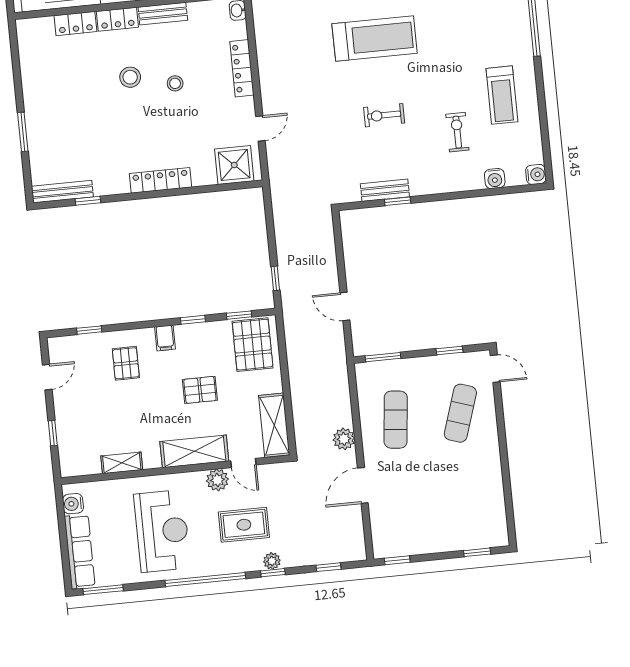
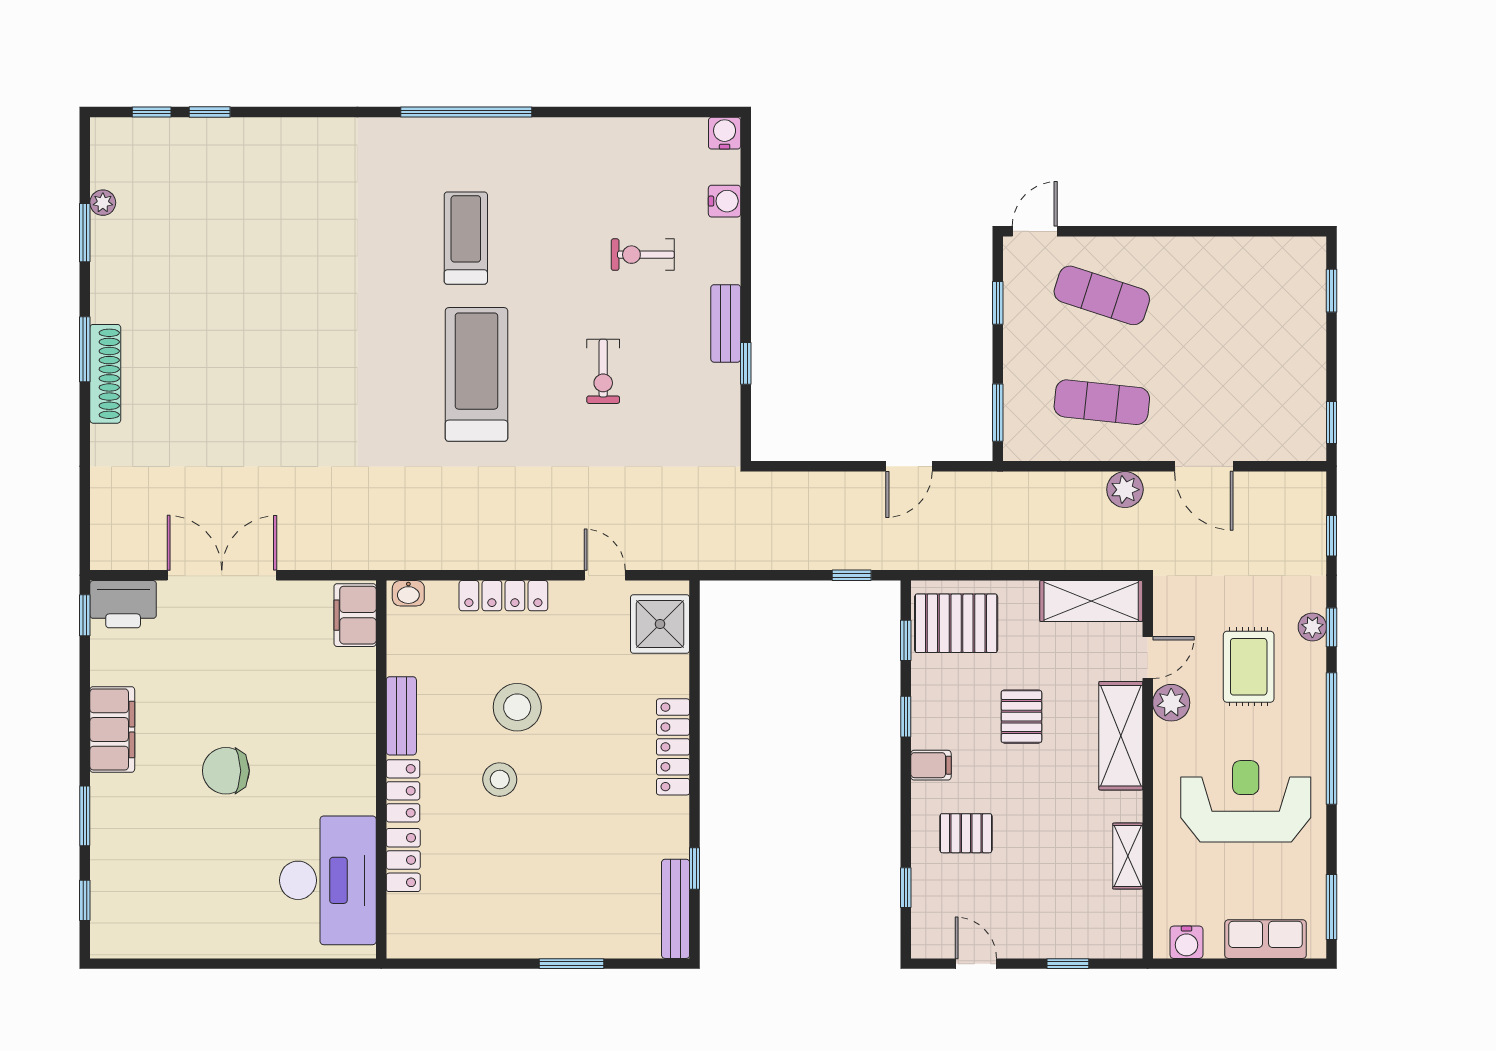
stool: (175, 83) -> (517, 707), width x1.89, depth x1.89
treadmill: (502, 95) -> (466, 238), moved, turned -90
bench: (385, 190) -> (726, 323), moved
row of seats: (80, 551) -> (1266, 939), width x0.68

